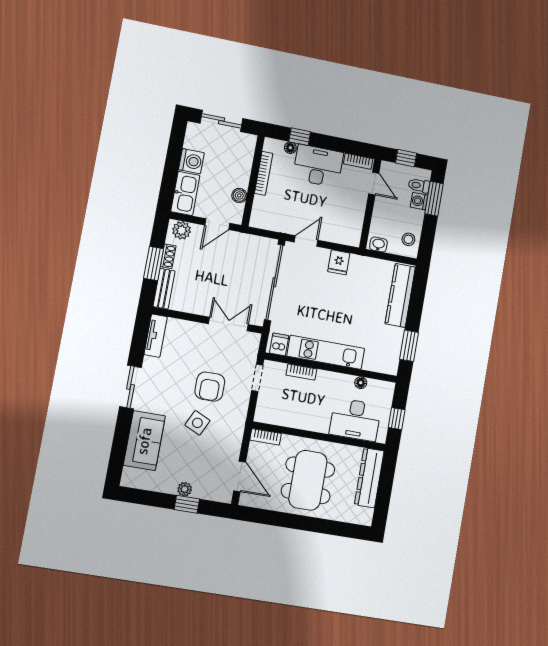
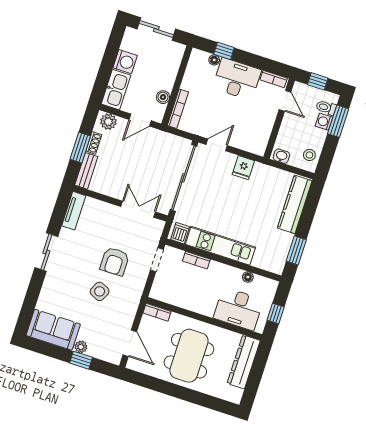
bookcase: (264, 173) -> (178, 109), moved
sofa: (144, 441) -> (53, 330), moved, turned -90

